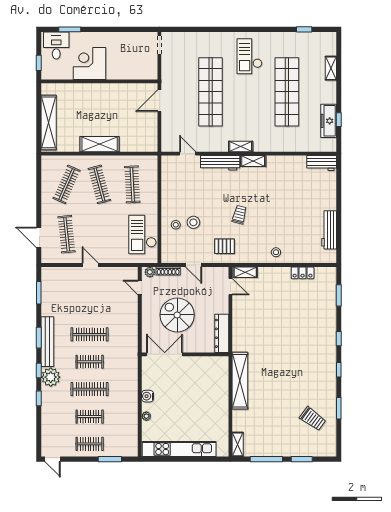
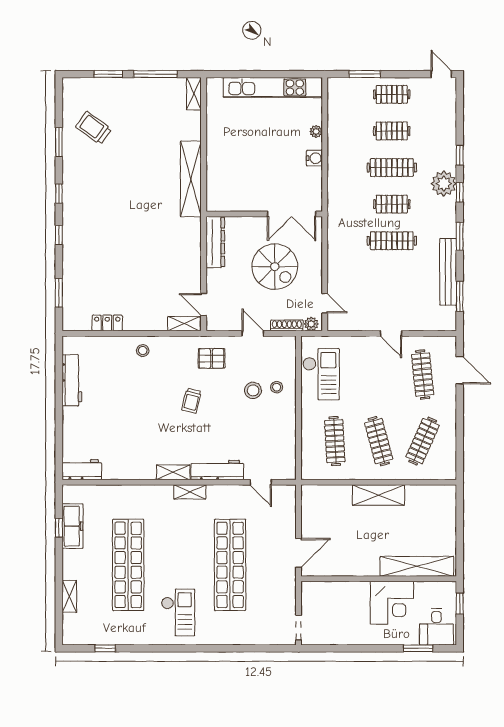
shelving: (49, 122) -> (417, 566), moved, turned 90
bench: (47, 342) -> (448, 272), moved

